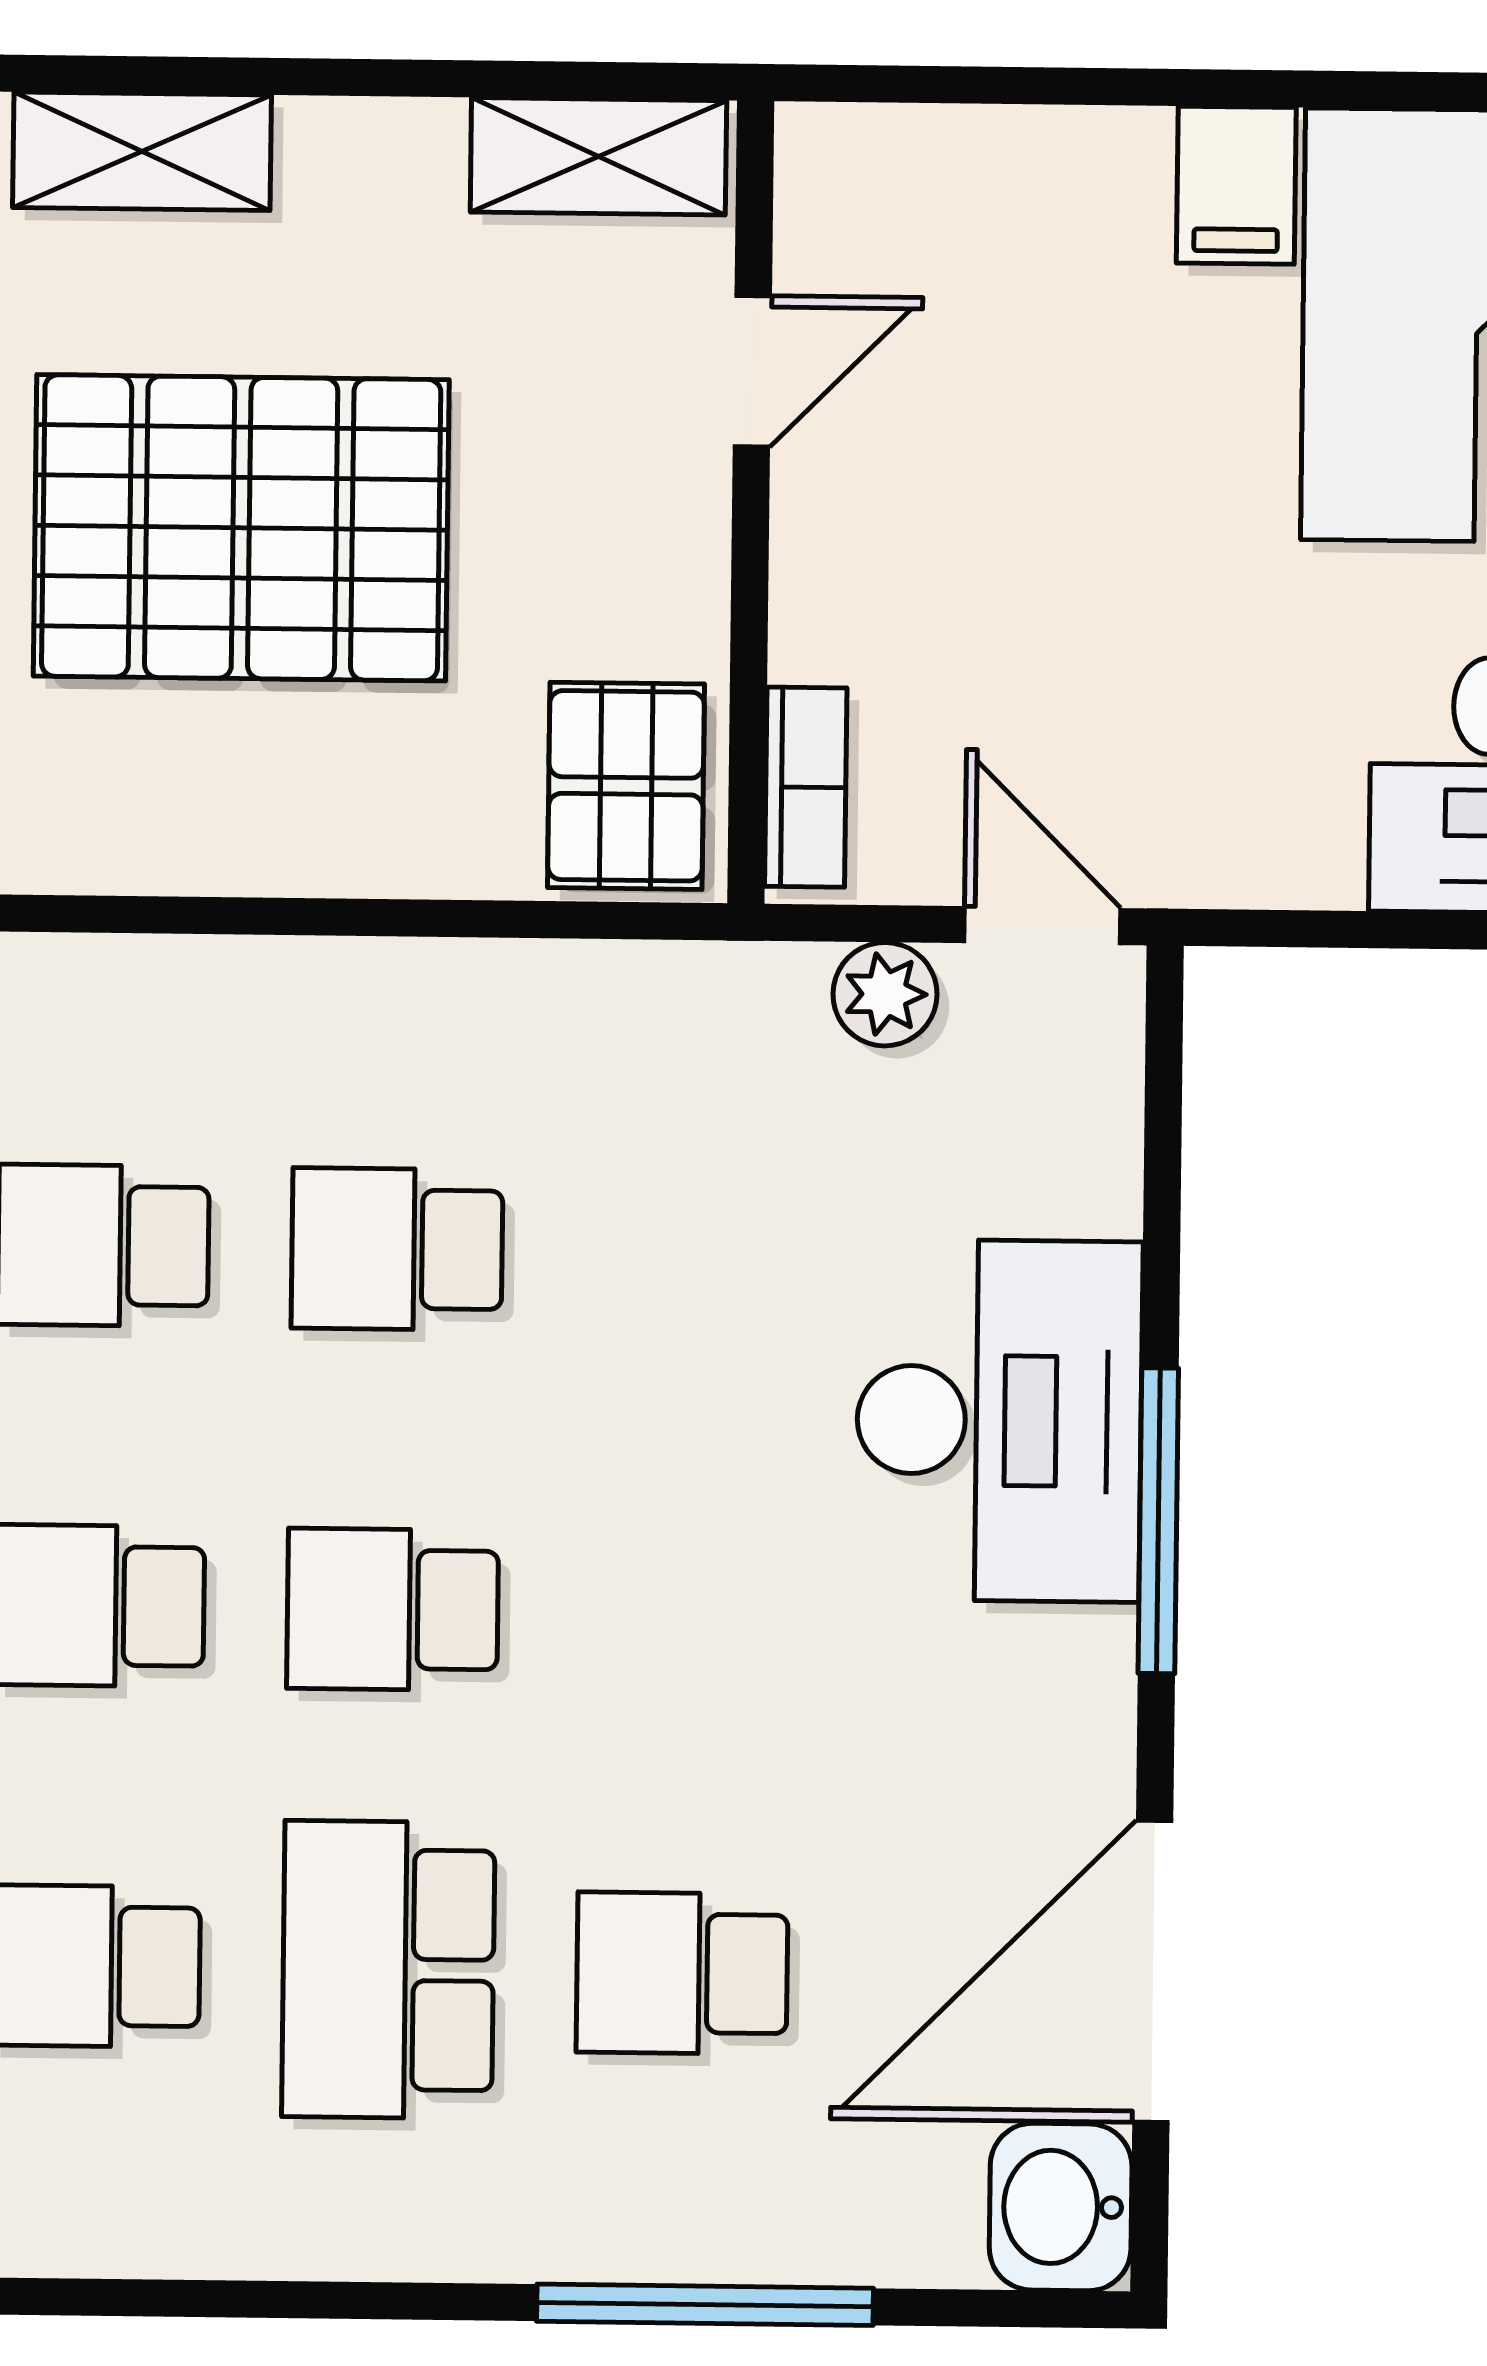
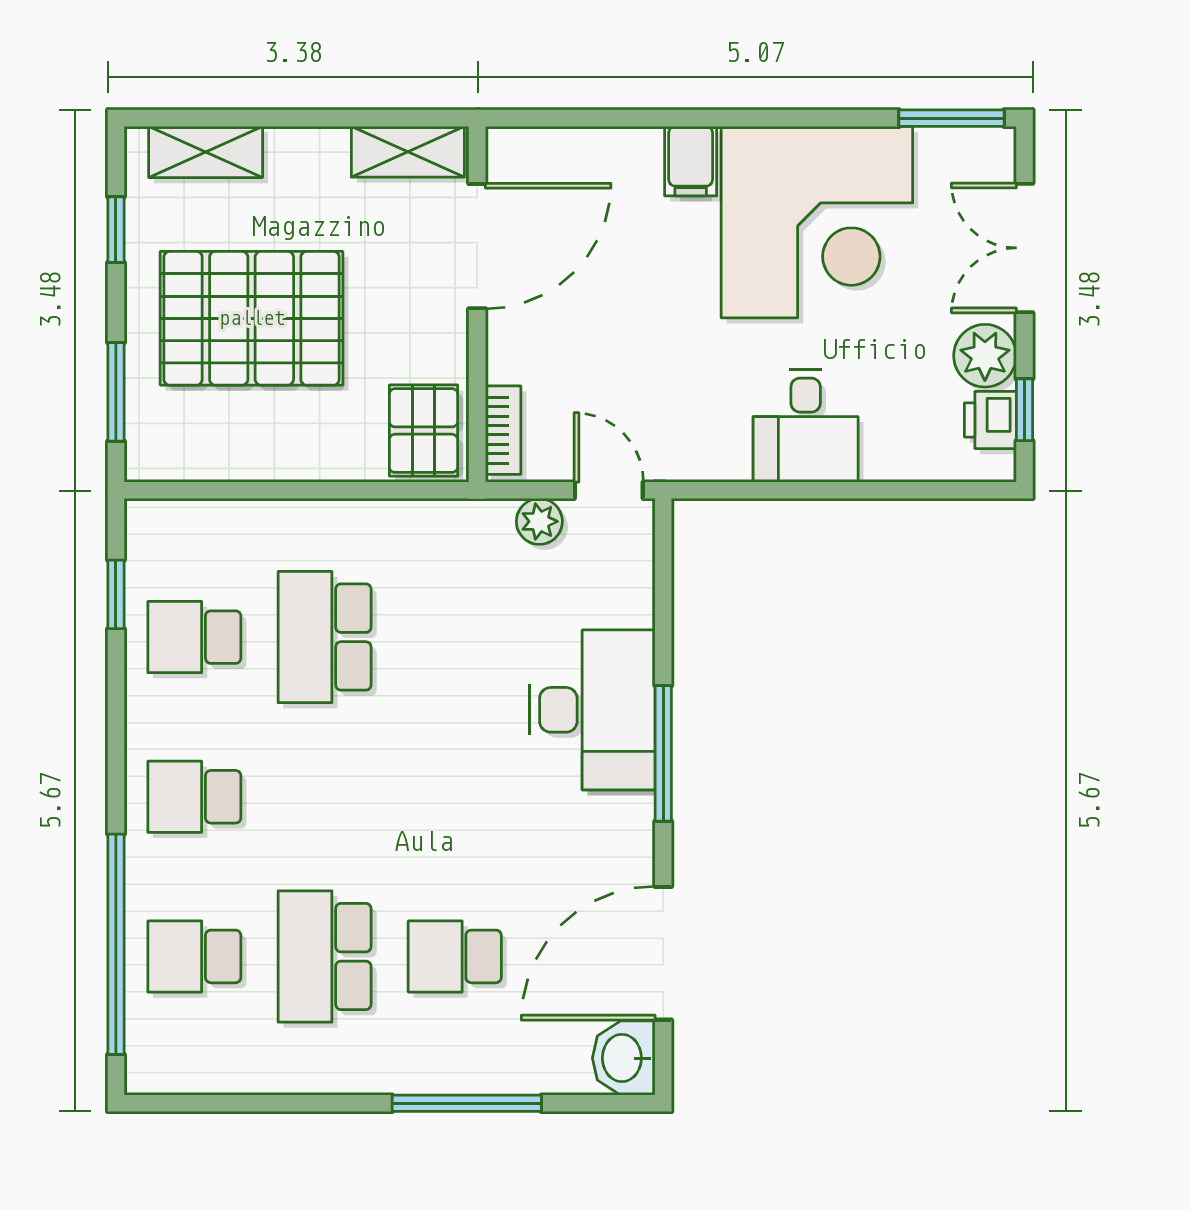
door: (752, 371) -> (477, 246), width x1.88
school desk: (397, 1249) -> (325, 637), width x1.85
school desk: (393, 1609) -> (325, 797), removed

